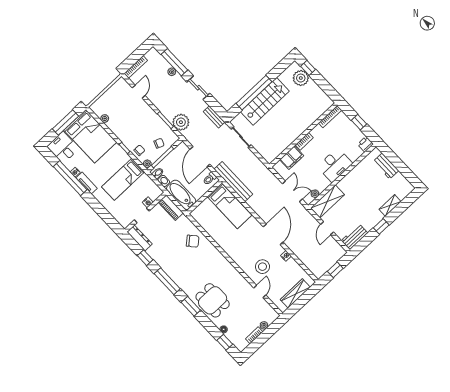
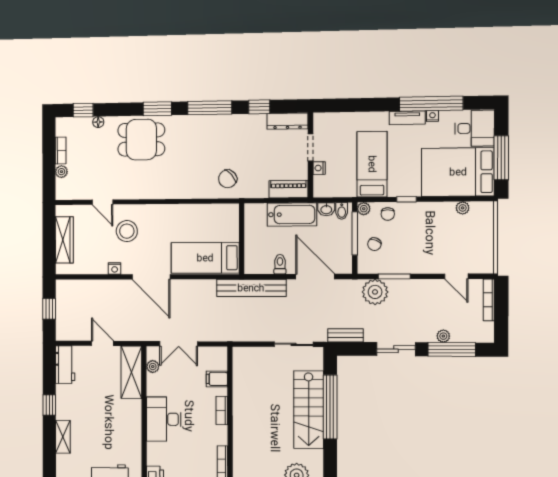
filing cabinet: (292, 158) -> (217, 379), width x0.50
wall: (204, 197) -> (242, 239), moved
bed: (229, 206) -> (205, 258), moved

